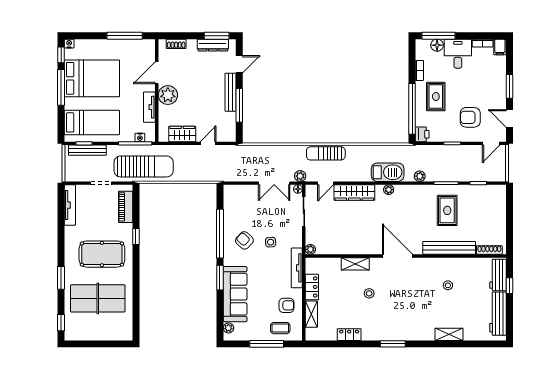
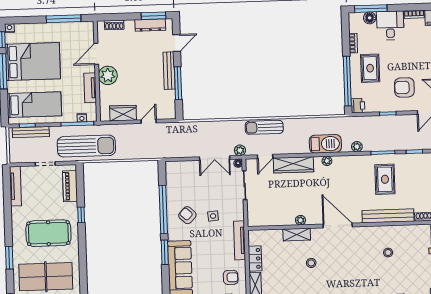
plant: (310, 249) -> (300, 220), moved

